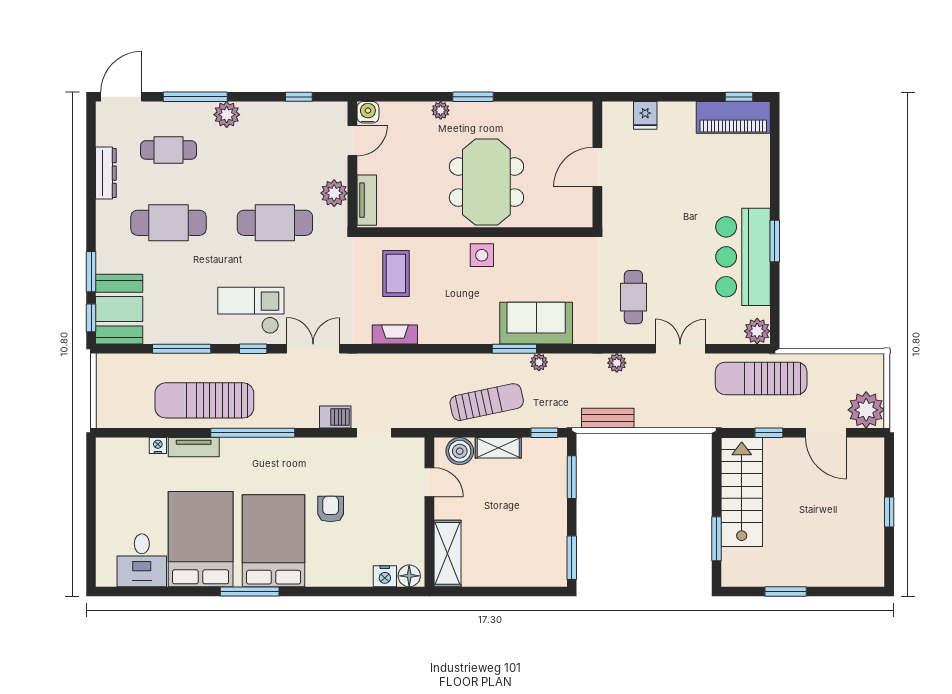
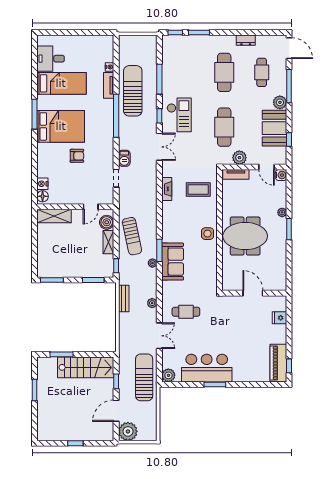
dresser: (106, 173) -> (246, 40), width x0.70
booth: (119, 309) -> (275, 128), moved, turned 90
bed: (201, 539) -> (61, 83), width x0.67

